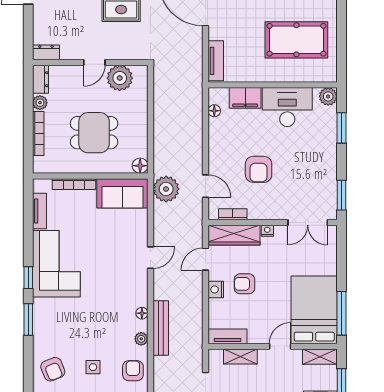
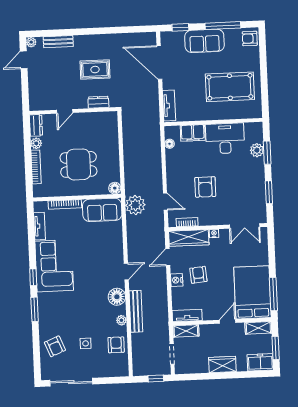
dresser: (46, 52) -> (98, 102), moved
door: (94, 62) -> (65, 111), moved
plant: (120, 78) -> (96, 122), removed
plant: (328, 96) -> (257, 150), moved
window: (341, 195) -> (269, 192), moved
door: (150, 258) -> (126, 271), moved
armchair: (244, 284) -> (198, 275), turned 85
floor lamp: (142, 313) -> (117, 297), width x1.89, depth x1.89
shelving: (240, 357) -> (186, 331), moved

